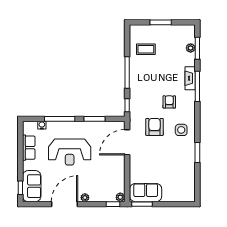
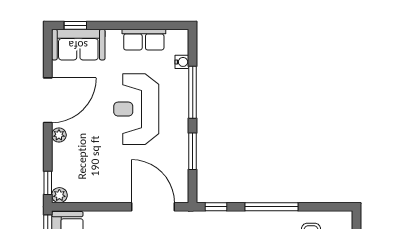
door: (64, 204) -> (48, 100), hinge flipped

